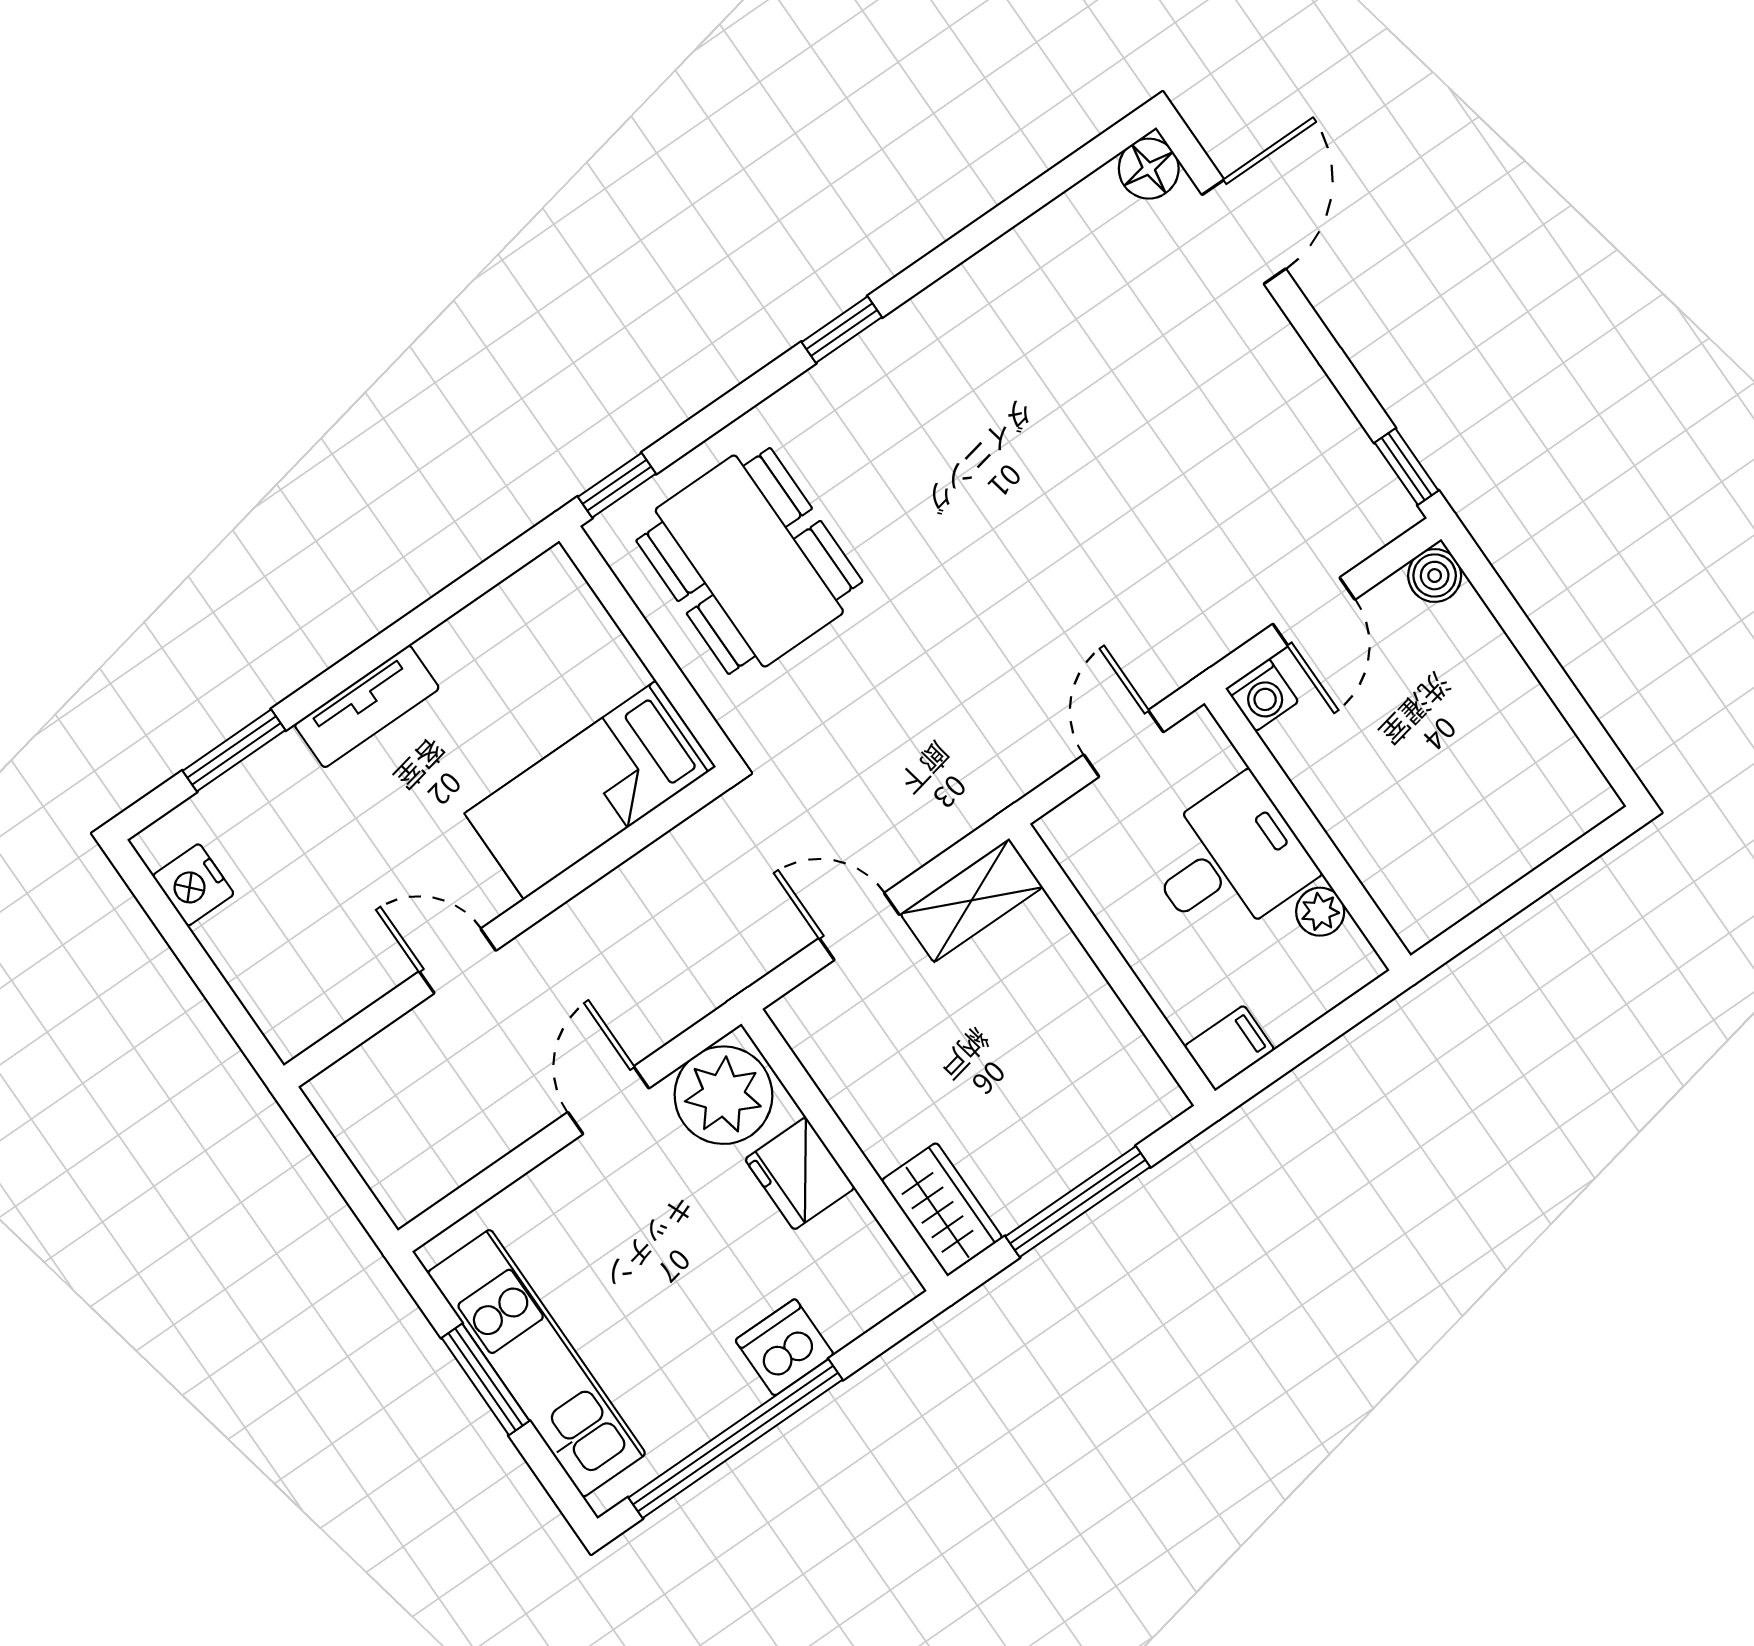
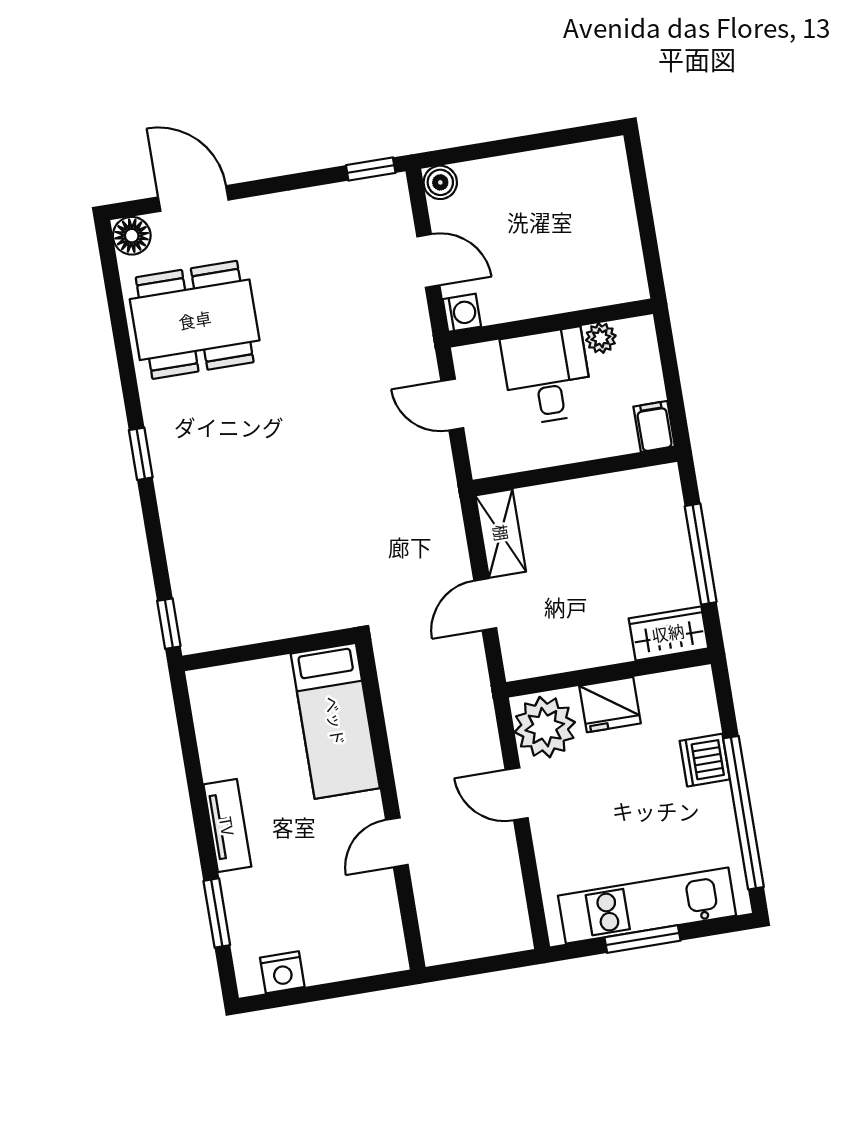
dining table: (749, 561) -> (195, 320), moved

